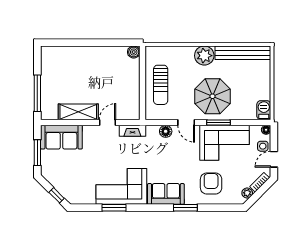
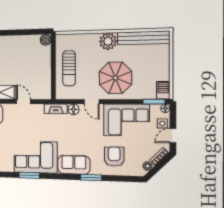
door: (108, 123) -> (24, 102), hinge flipped
window: (219, 123) -> (154, 102), moved
fireplace: (132, 131) -> (56, 109), moved

